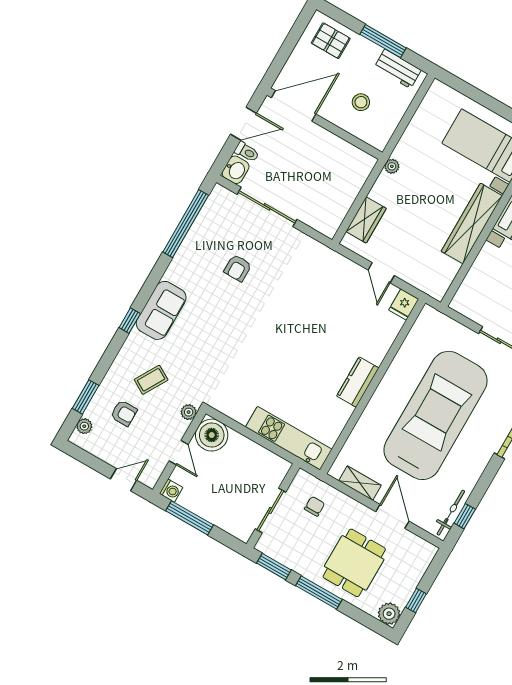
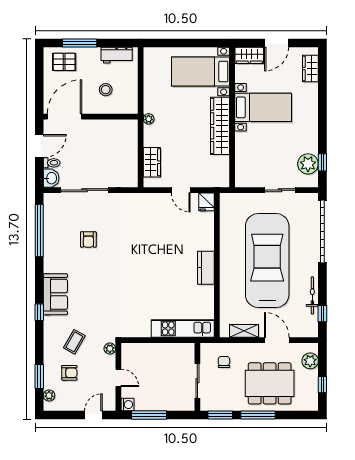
window: (383, 41) -> (80, 43), moved
boiler: (212, 435) -> (133, 355), removed
bicycle: (451, 513) -> (312, 295), moved
dining table: (354, 563) -> (270, 383), width x1.38
plant: (389, 614) -> (310, 361), moved

